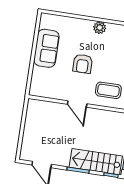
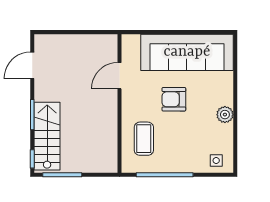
sofa: (46, 48) -> (187, 52), width x1.85, depth x1.27
door: (77, 104) -> (119, 76), moved

